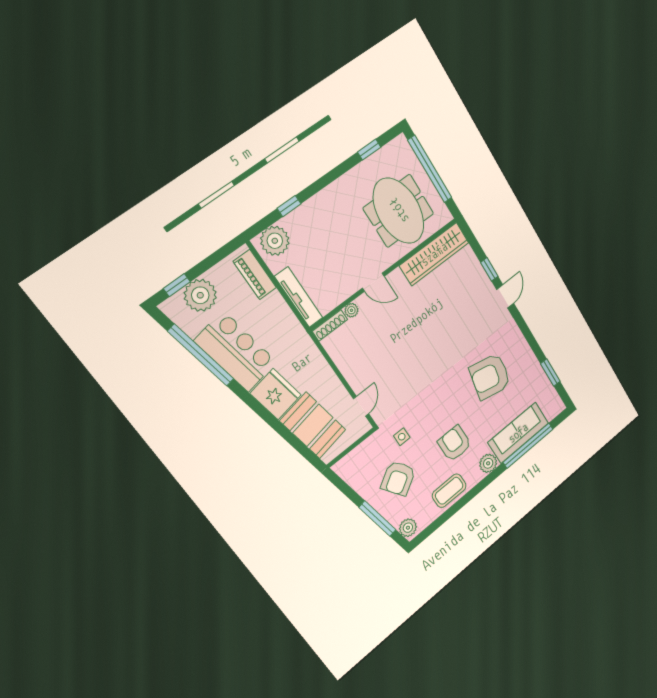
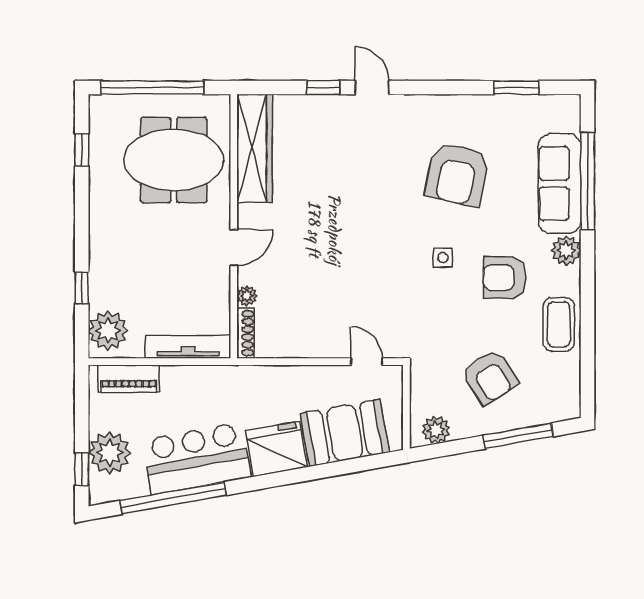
side table: (402, 437) -> (443, 258), moved
plant: (408, 528) -> (436, 430), moved

